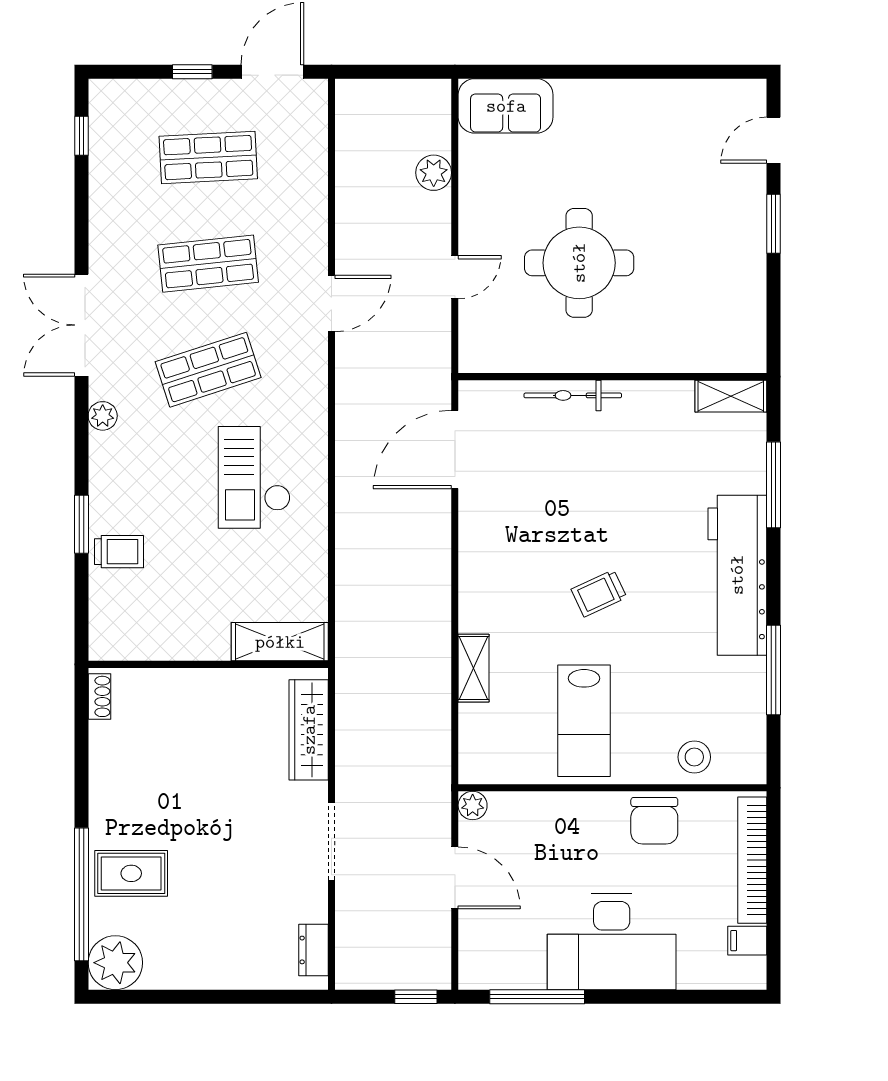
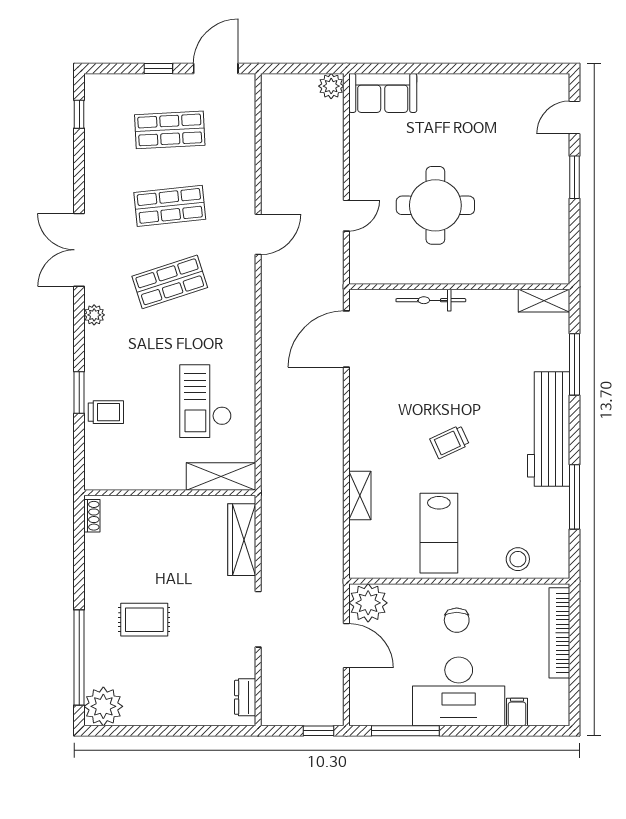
plant: (434, 173) -> (331, 86), moved
checkout: (254, 477) -> (206, 401), moved
plant: (473, 805) -> (368, 603), width x1.88, depth x1.88
chair: (654, 821) -> (457, 620), moved, width x0.73, depth x0.73
rug: (131, 873) -> (144, 620), moved
filing cabinet: (747, 941) -> (517, 712), moved, turned 90

